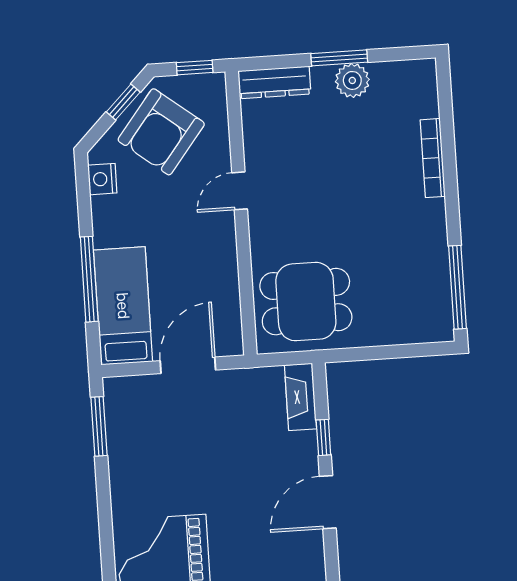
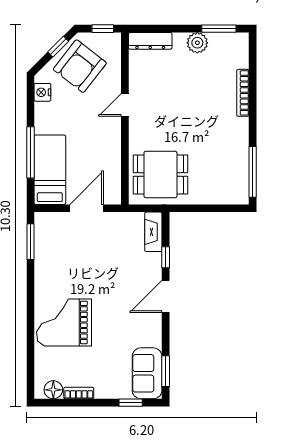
window: (339, 58) -> (219, 29), moved

